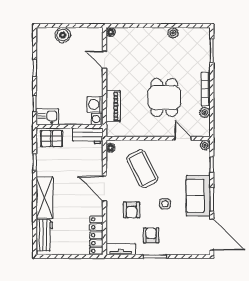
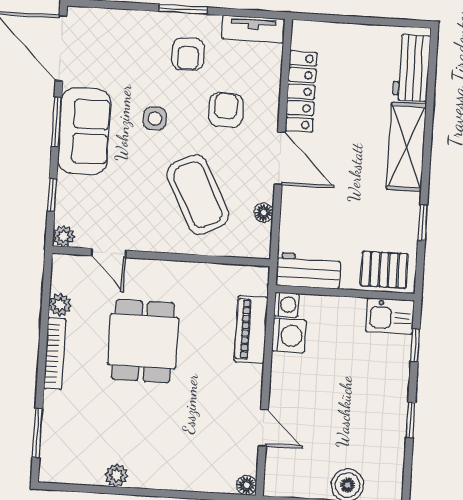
floor lamp: (111, 148) -> (264, 213), moved
locker: (96, 235) -> (301, 92), moved

